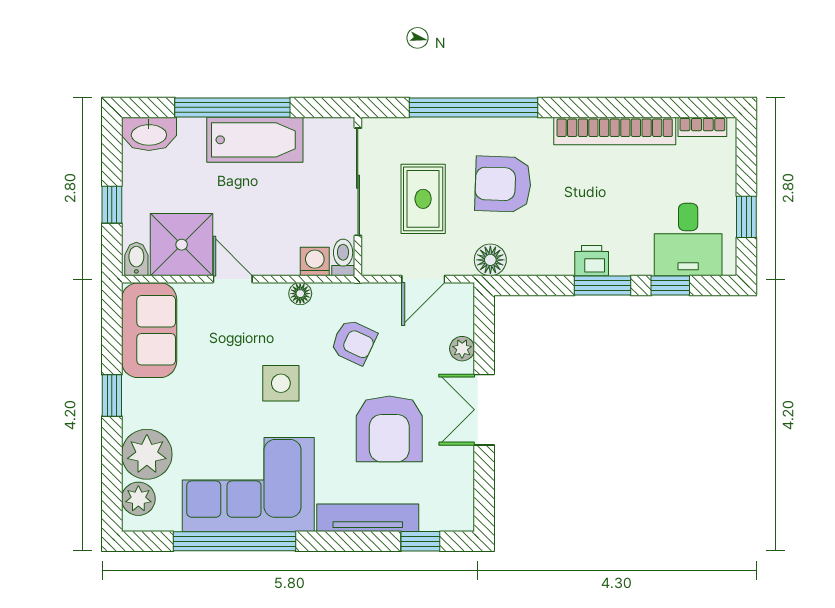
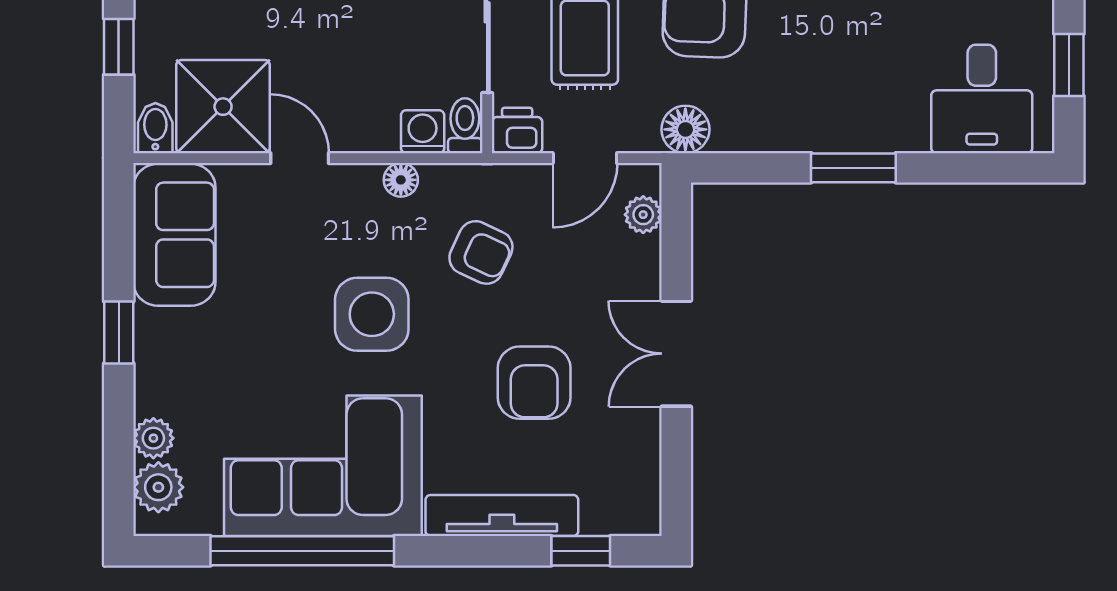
printer: (592, 261) -> (517, 130), moved
window: (670, 286) -> (955, 168), removed
plant: (462, 349) -> (643, 215), moved
side table: (281, 383) -> (372, 314), width x1.37, depth x1.37
armchair: (389, 429) -> (534, 383), width x0.73, depth x0.73
plant: (147, 454) -> (153, 438), width x0.53, depth x0.53

